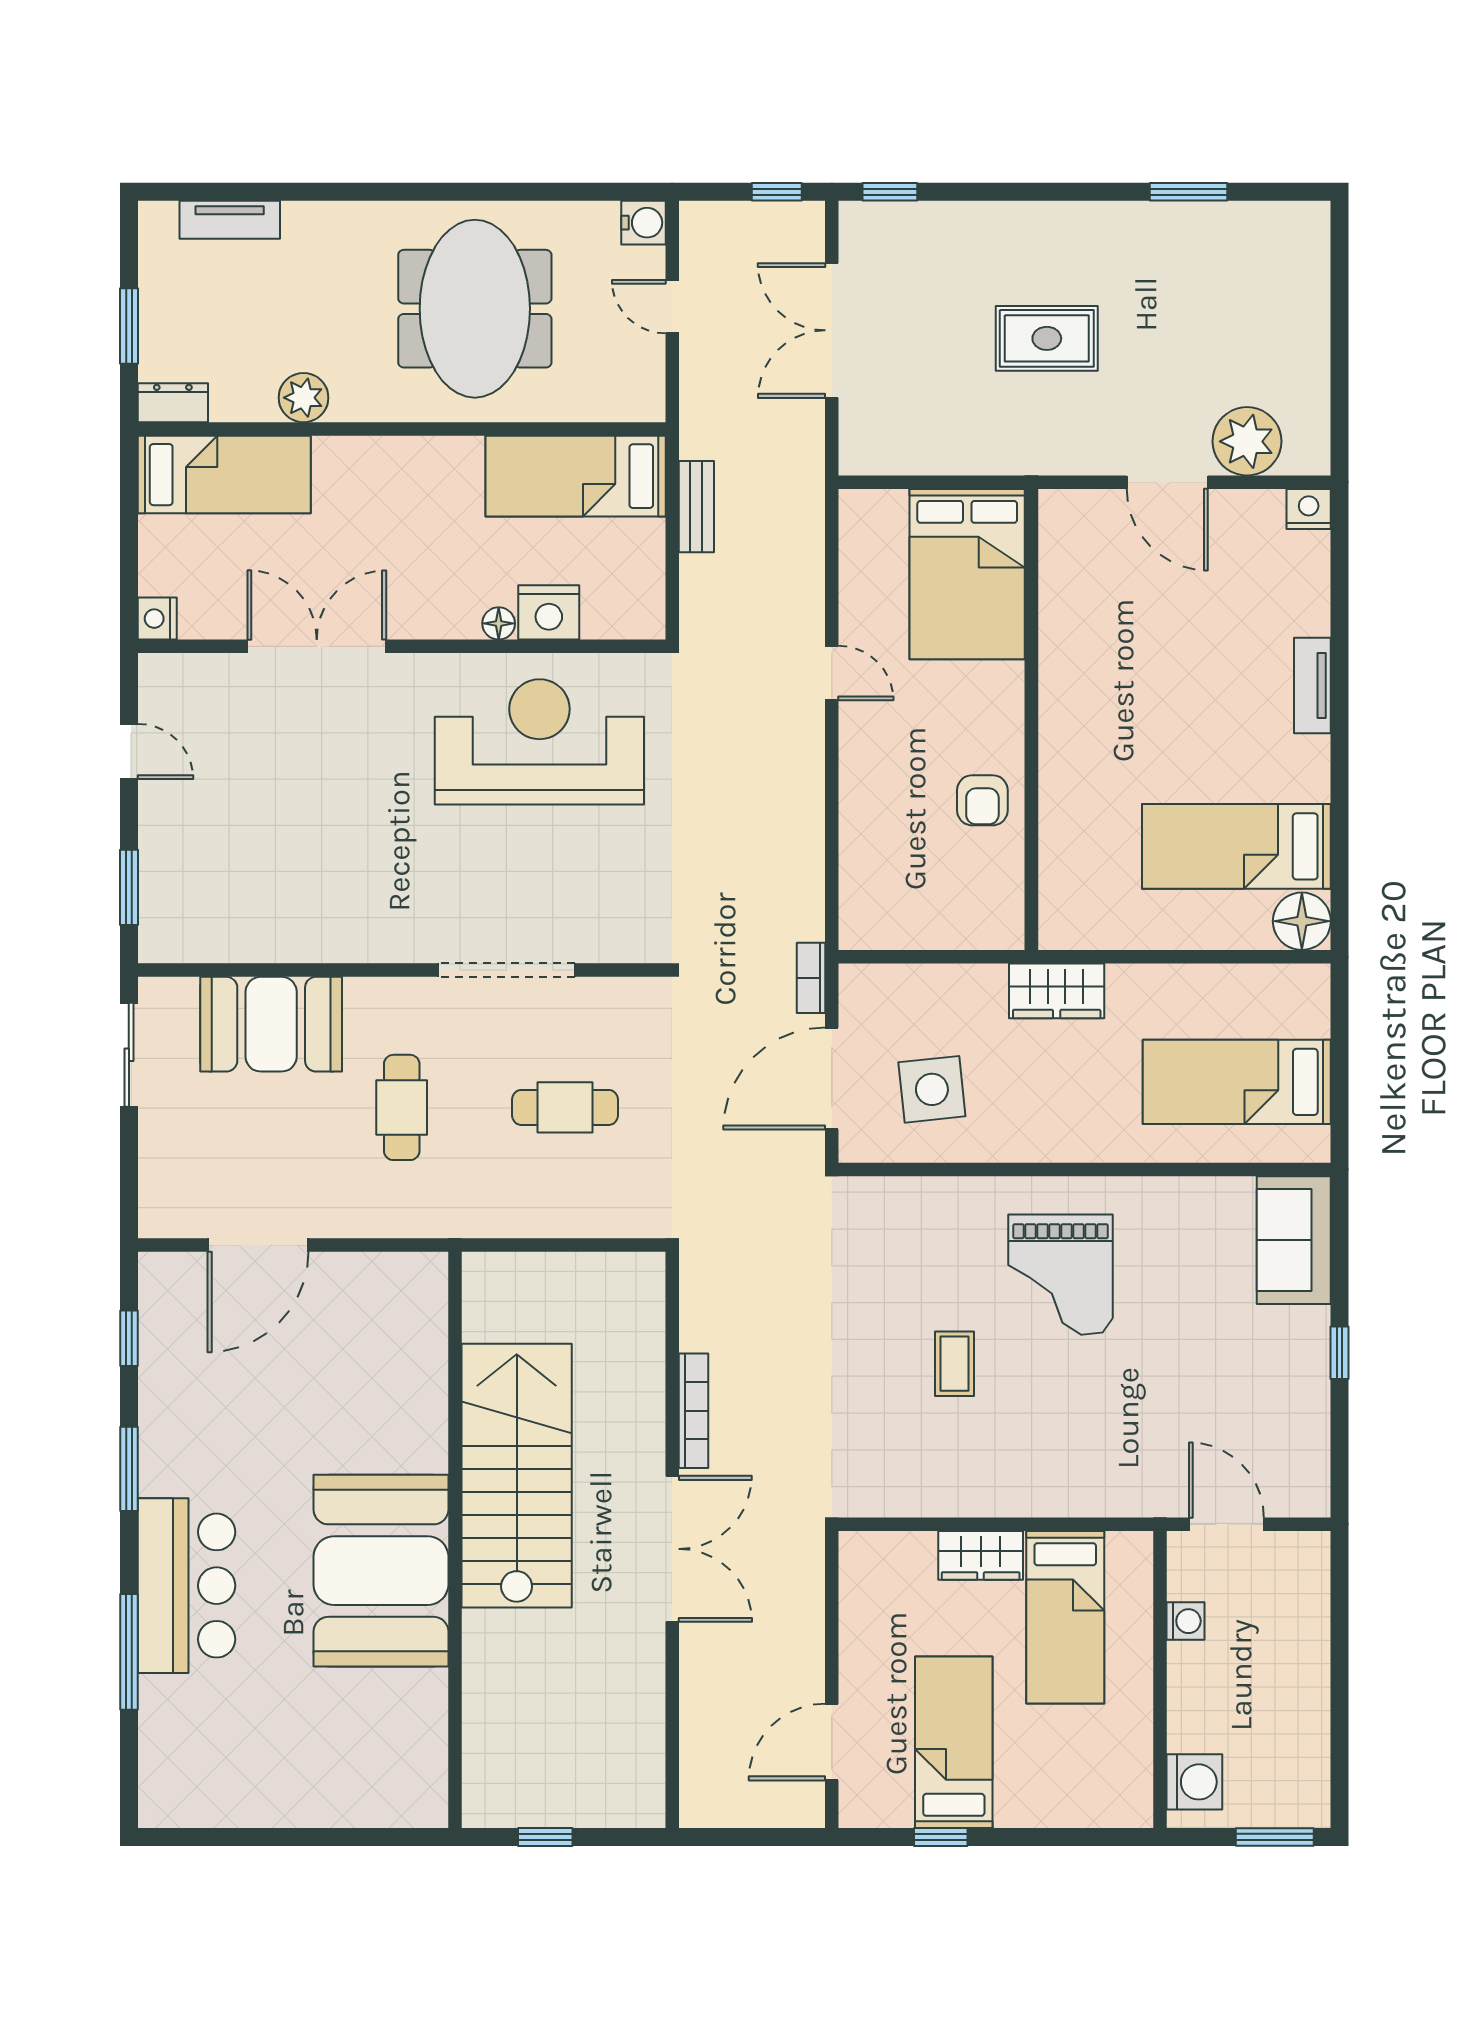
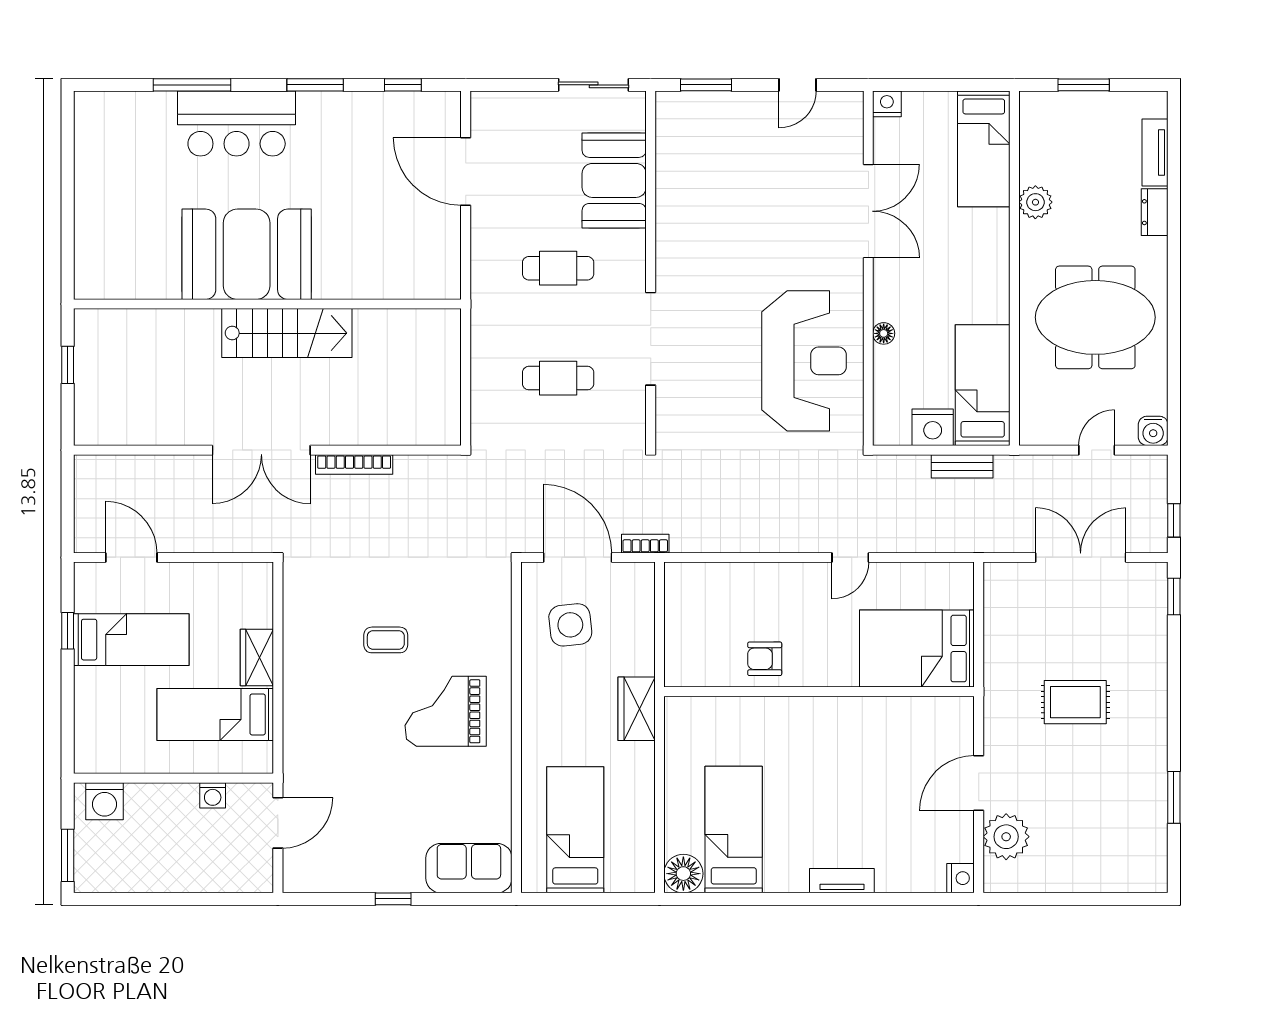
rug: (1047, 338) -> (1075, 702), turned 90
dresser: (173, 403) -> (1155, 212), moved, turned 180
nightstand: (549, 612) -> (933, 427), moved, turned -90
cafe table: (565, 1107) -> (558, 378), turned 90
stairs: (517, 1476) -> (287, 333), width x0.73, depth x0.66

